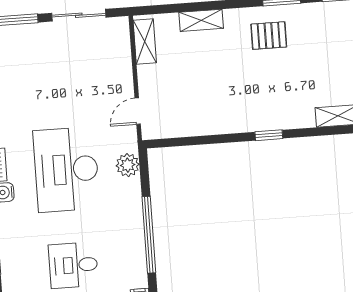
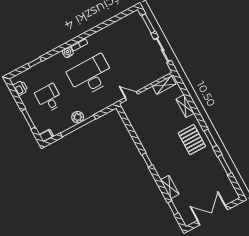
pallet: (269, 36) -> (192, 140), width x1.50, depth x1.42
plant: (128, 165) -> (78, 117), moved

